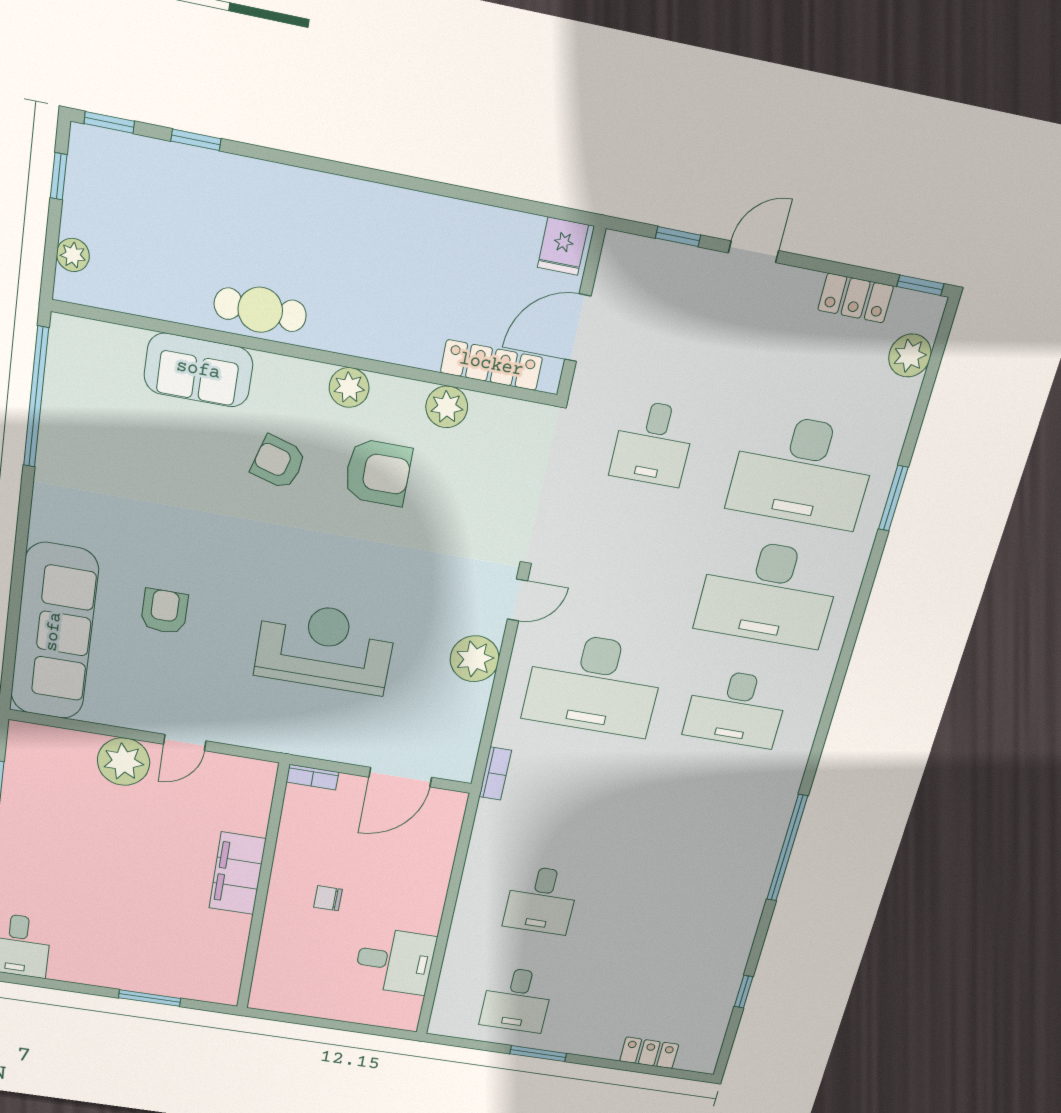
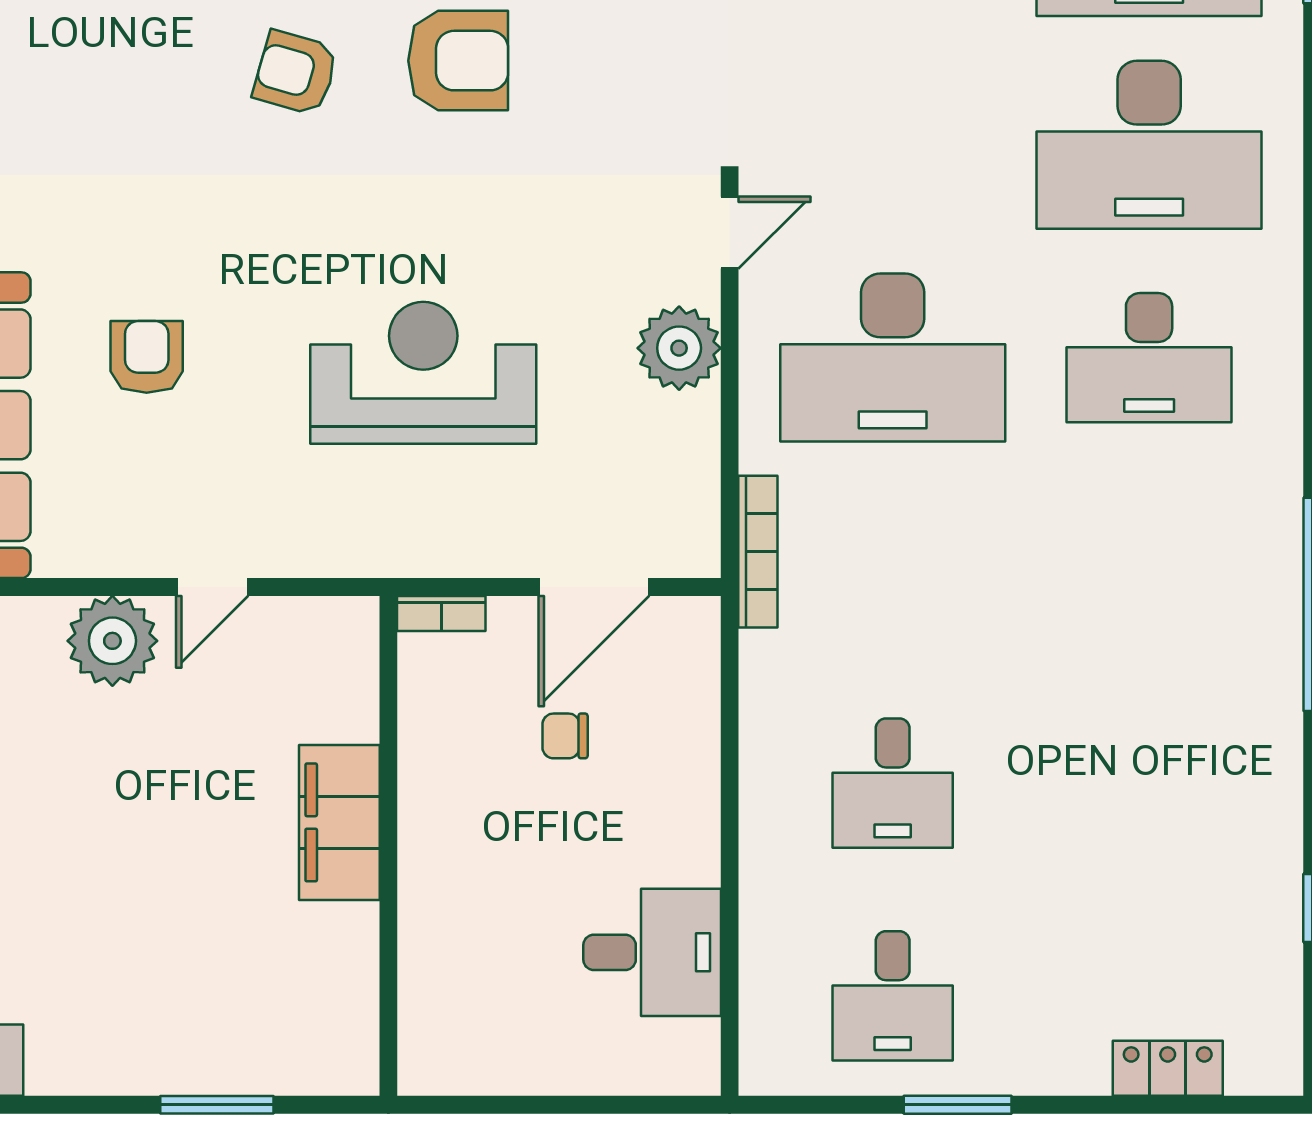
bookcase: (495, 774) -> (758, 552), width x1.56
chair: (328, 898) -> (565, 736), moved

